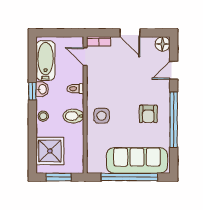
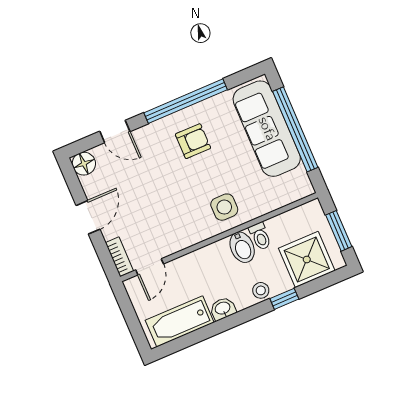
toilet: (75, 89) -> (260, 236), moved
window: (32, 91) -> (284, 299), moved

